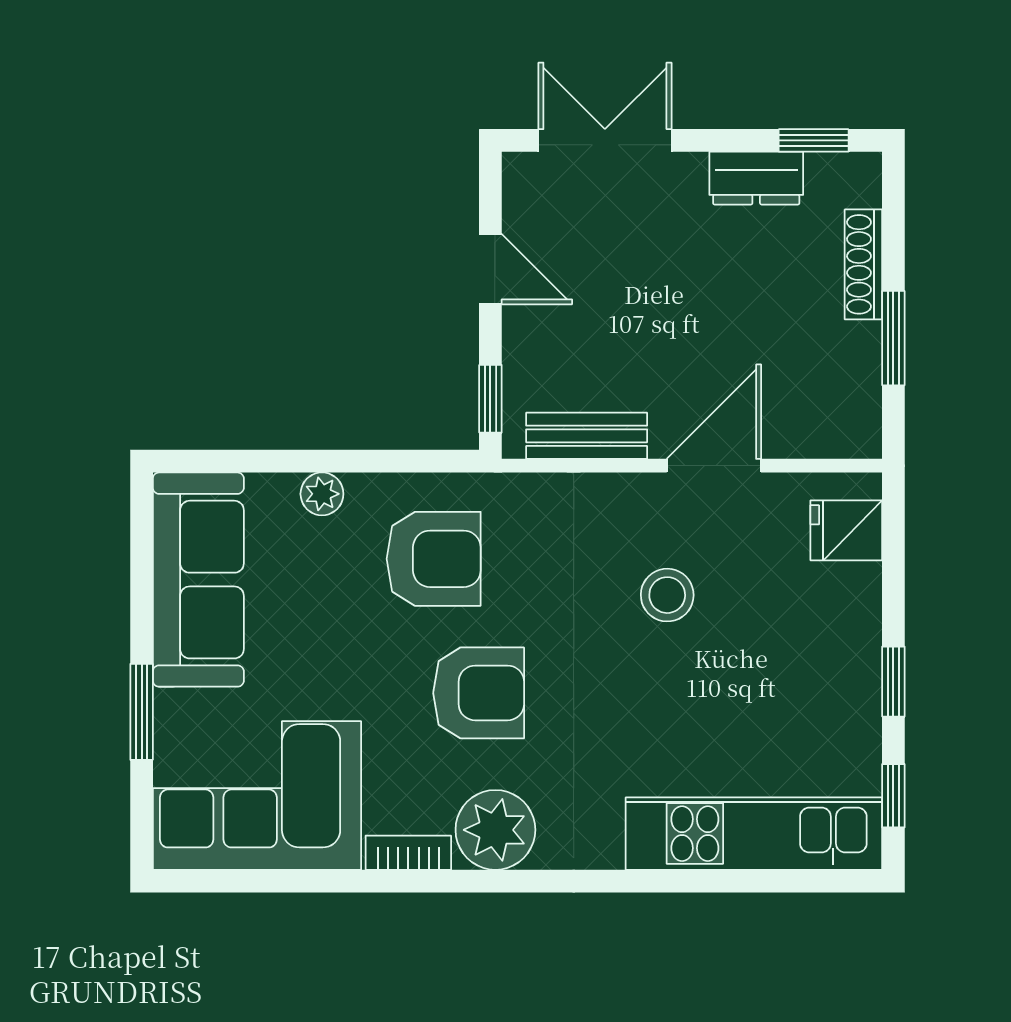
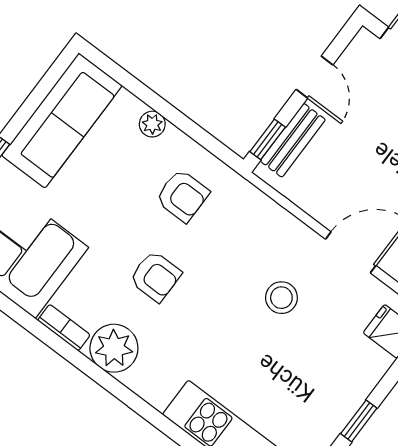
bench: (587, 436) -> (293, 140), moved, turned 90
armchair: (434, 559) -> (182, 196), width x0.72, depth x0.72
armchair: (479, 693) -> (155, 276), width x0.72, depth x0.72

